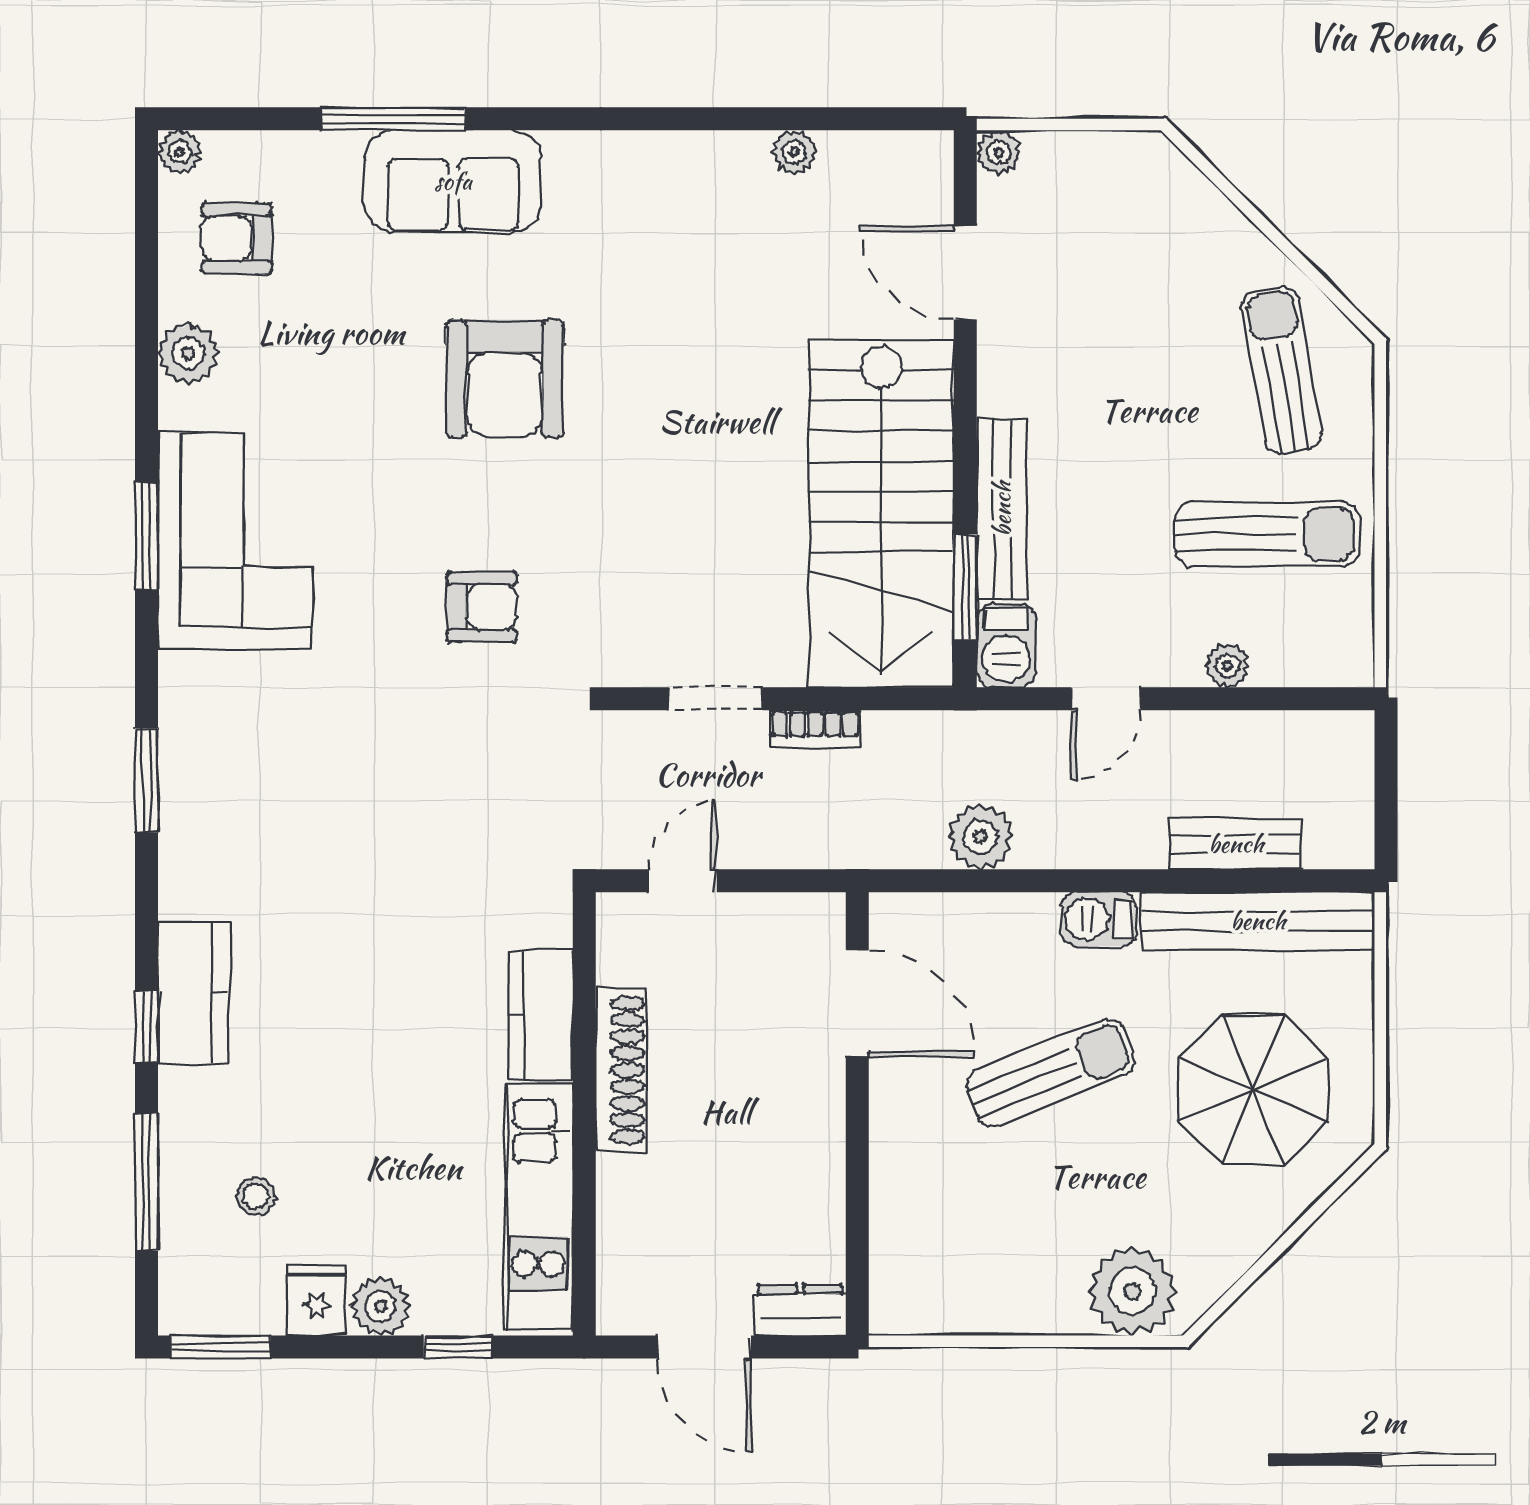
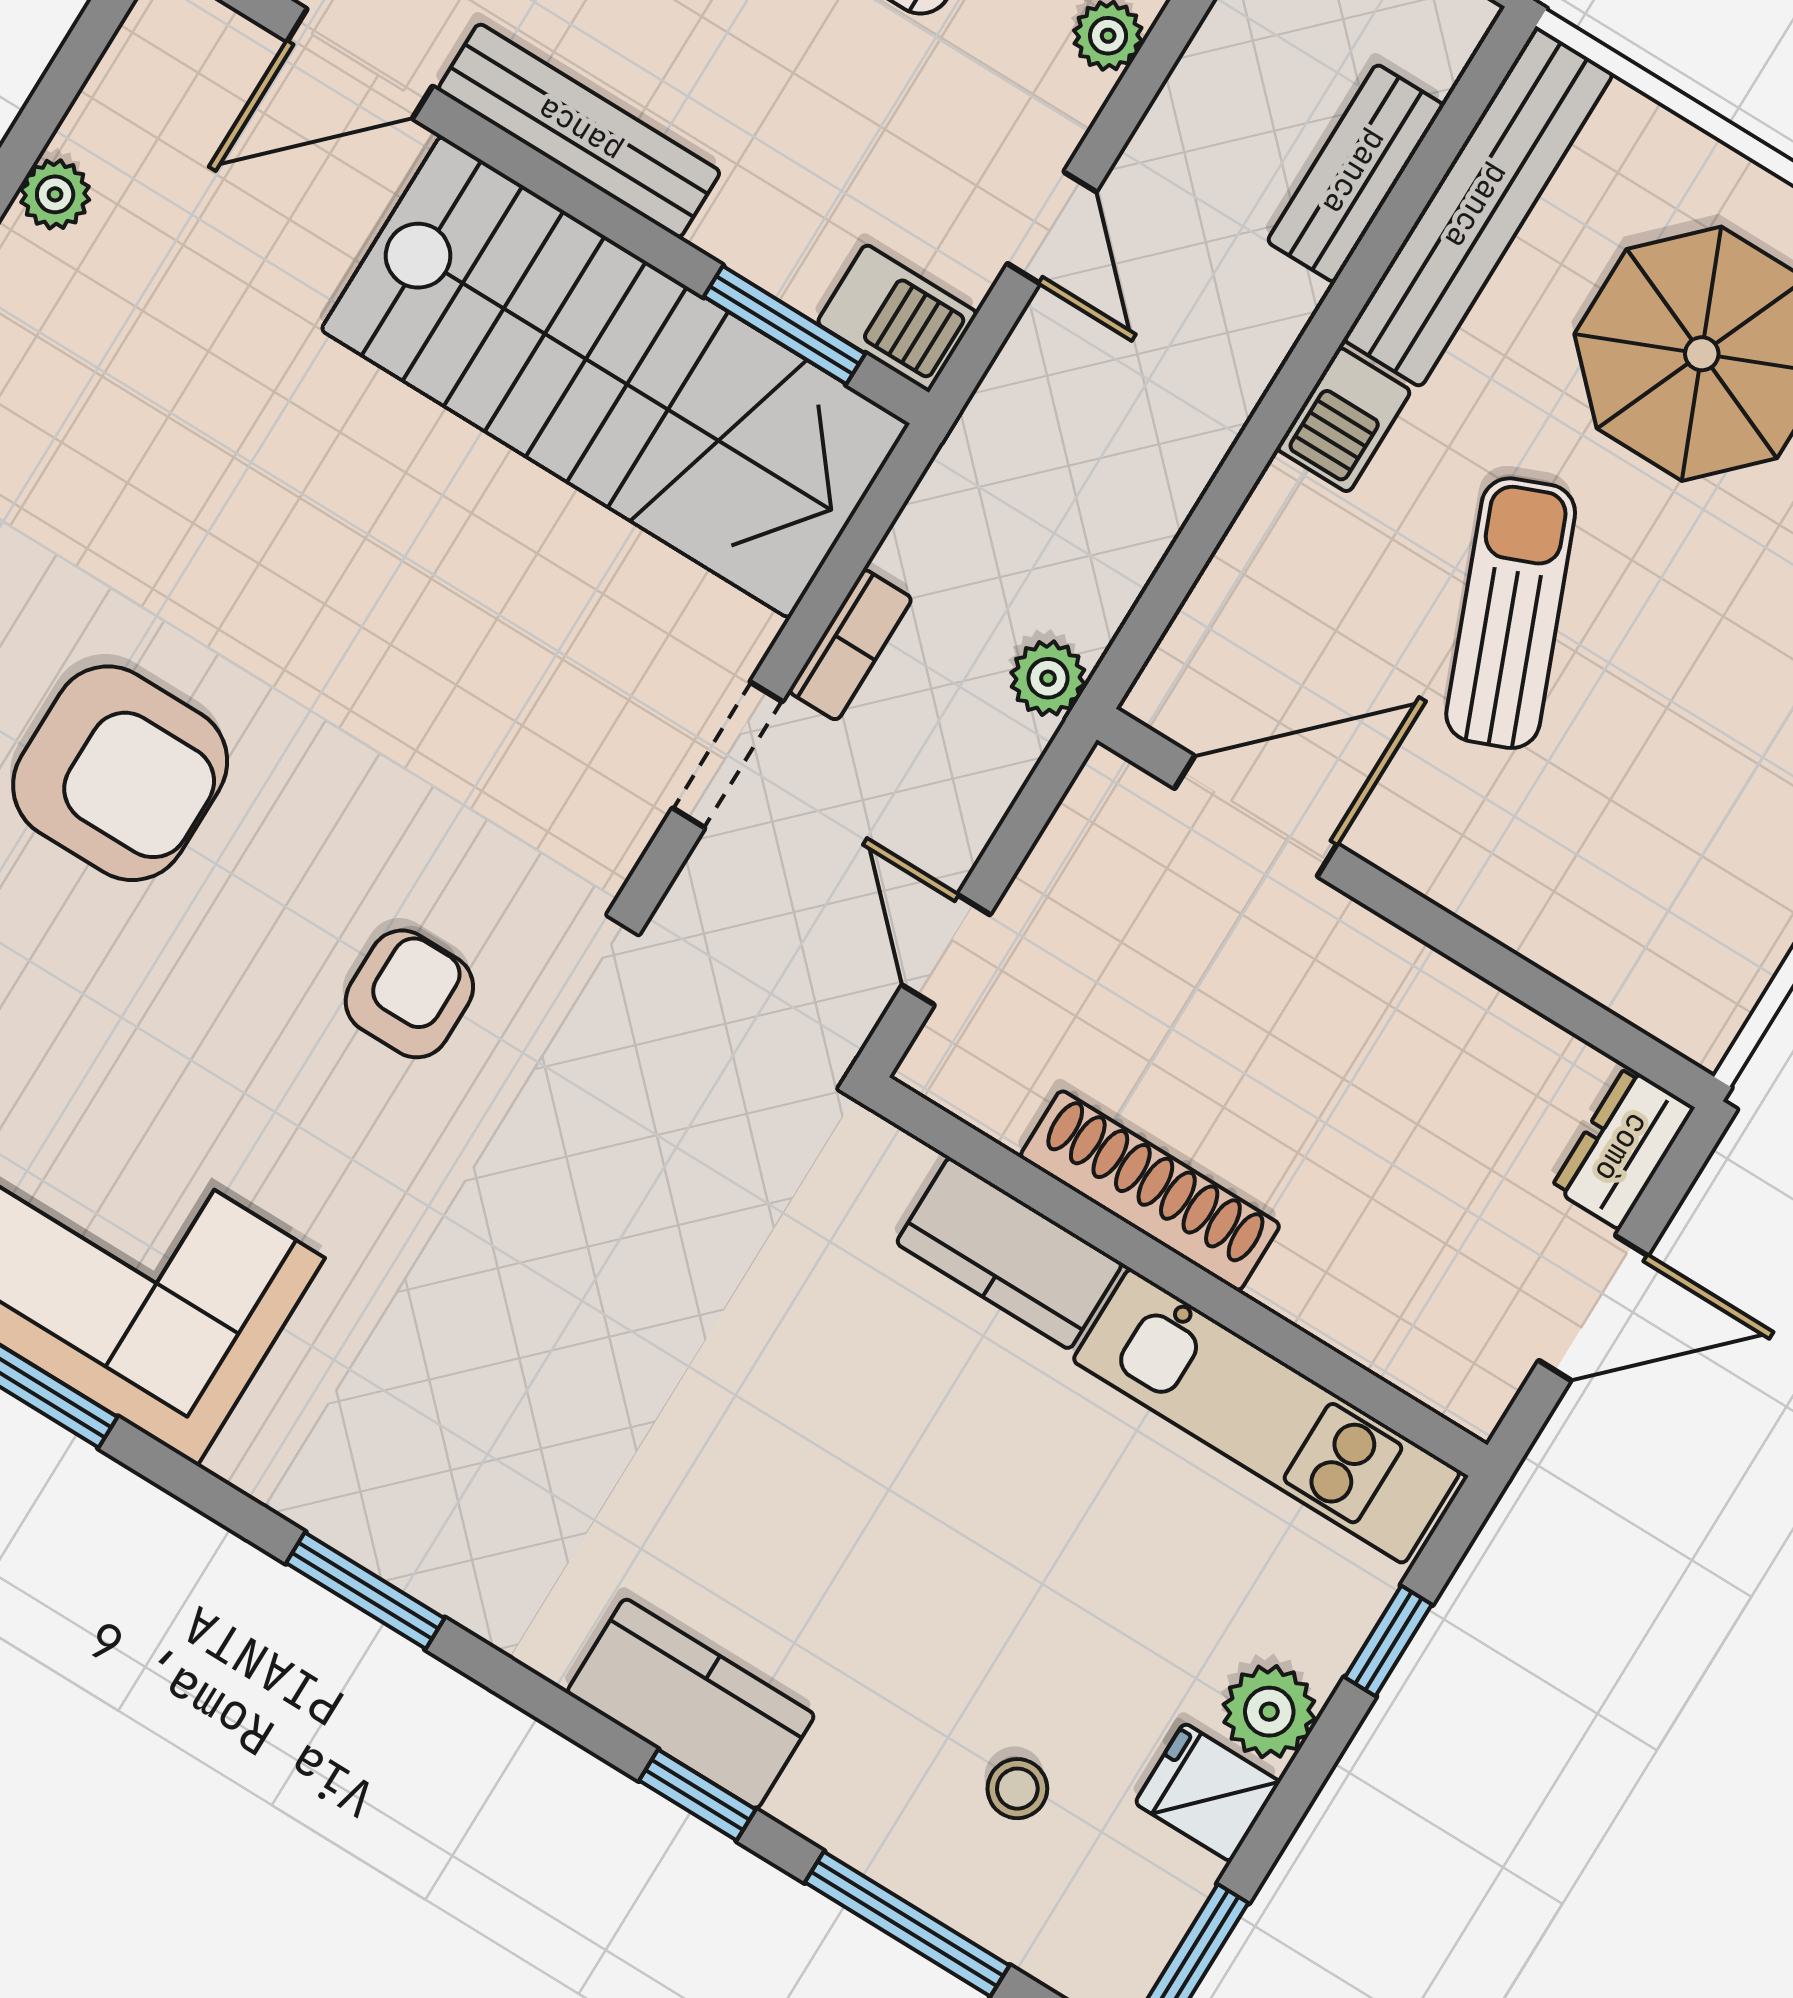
bench: (1002, 509) -> (579, 131), moved
plant: (980, 837) -> (1048, 678), moved, width x0.73, depth x0.73

